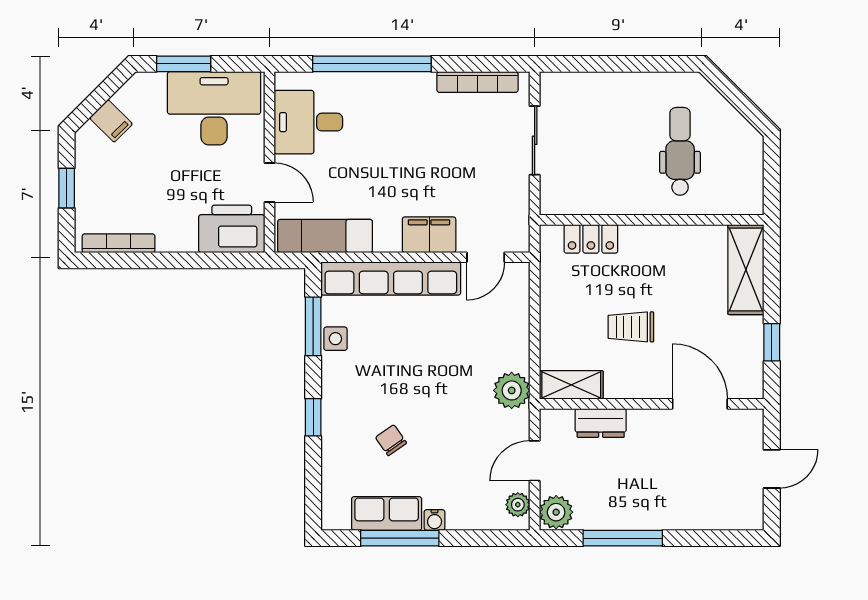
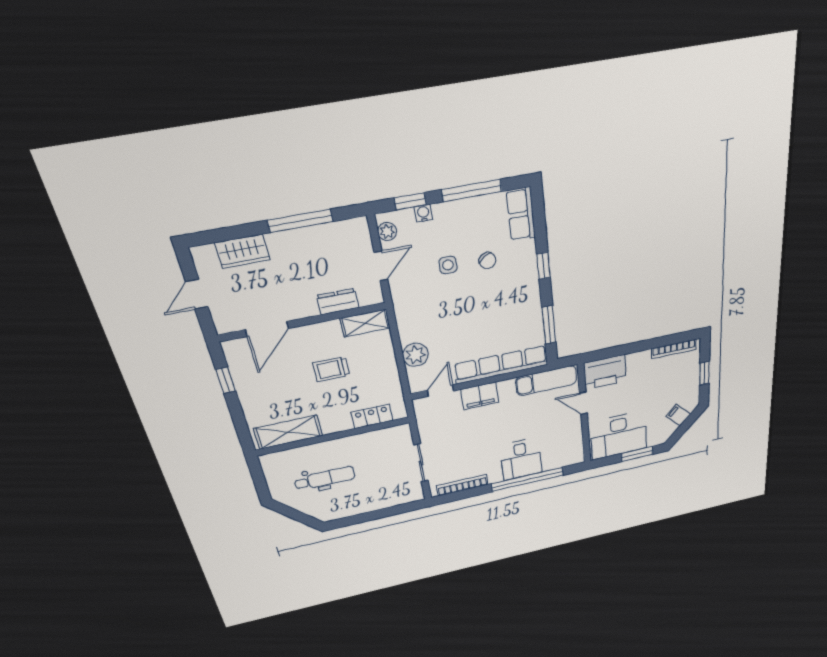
desk: (308, 122) -> (521, 459), moved, turned 90
dental chair: (680, 151) -> (325, 478), turned -90
shelving: (746, 270) -> (288, 432), moved, turned 90
trolley: (631, 327) -> (331, 369), turned 180
side table: (335, 339) -> (448, 265), moved
plant: (512, 390) -> (415, 355), moved
door: (700, 404) -> (267, 329), hinge flipped
plant: (556, 512) -> (357, 231), removed
row of seats: (387, 513) -> (521, 214), moved, turned 90
wardrobe: (702, 513) -> (242, 251), added
water cooler: (435, 520) -> (423, 213), moved
window: (481, 538) -> (410, 201), added

